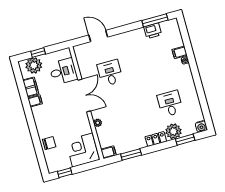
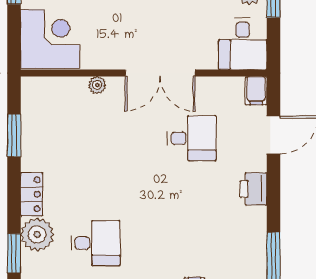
printer: (153, 31) -> (253, 189), moved
desk: (63, 71) -> (243, 44), moved
filing cabinet: (108, 152) -> (256, 91), moved

